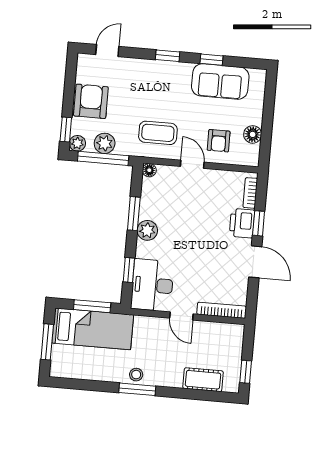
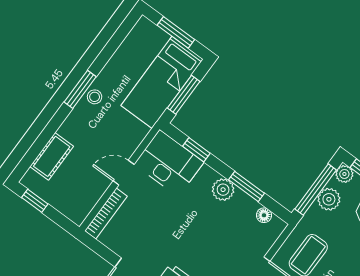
floor lamp: (149, 170) -> (264, 215), moved

